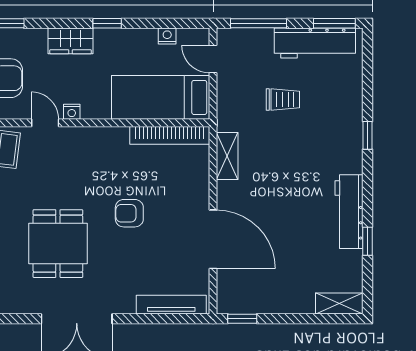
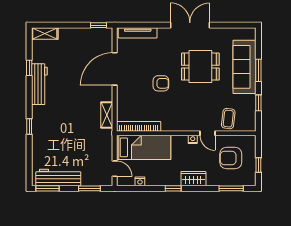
window: (259, 23) -> (89, 188), width x0.69
trolley: (283, 99) -> (76, 146), removed
door: (213, 239) -> (115, 69), hinge flipped
dining table: (58, 244) -> (200, 67), turned 90

